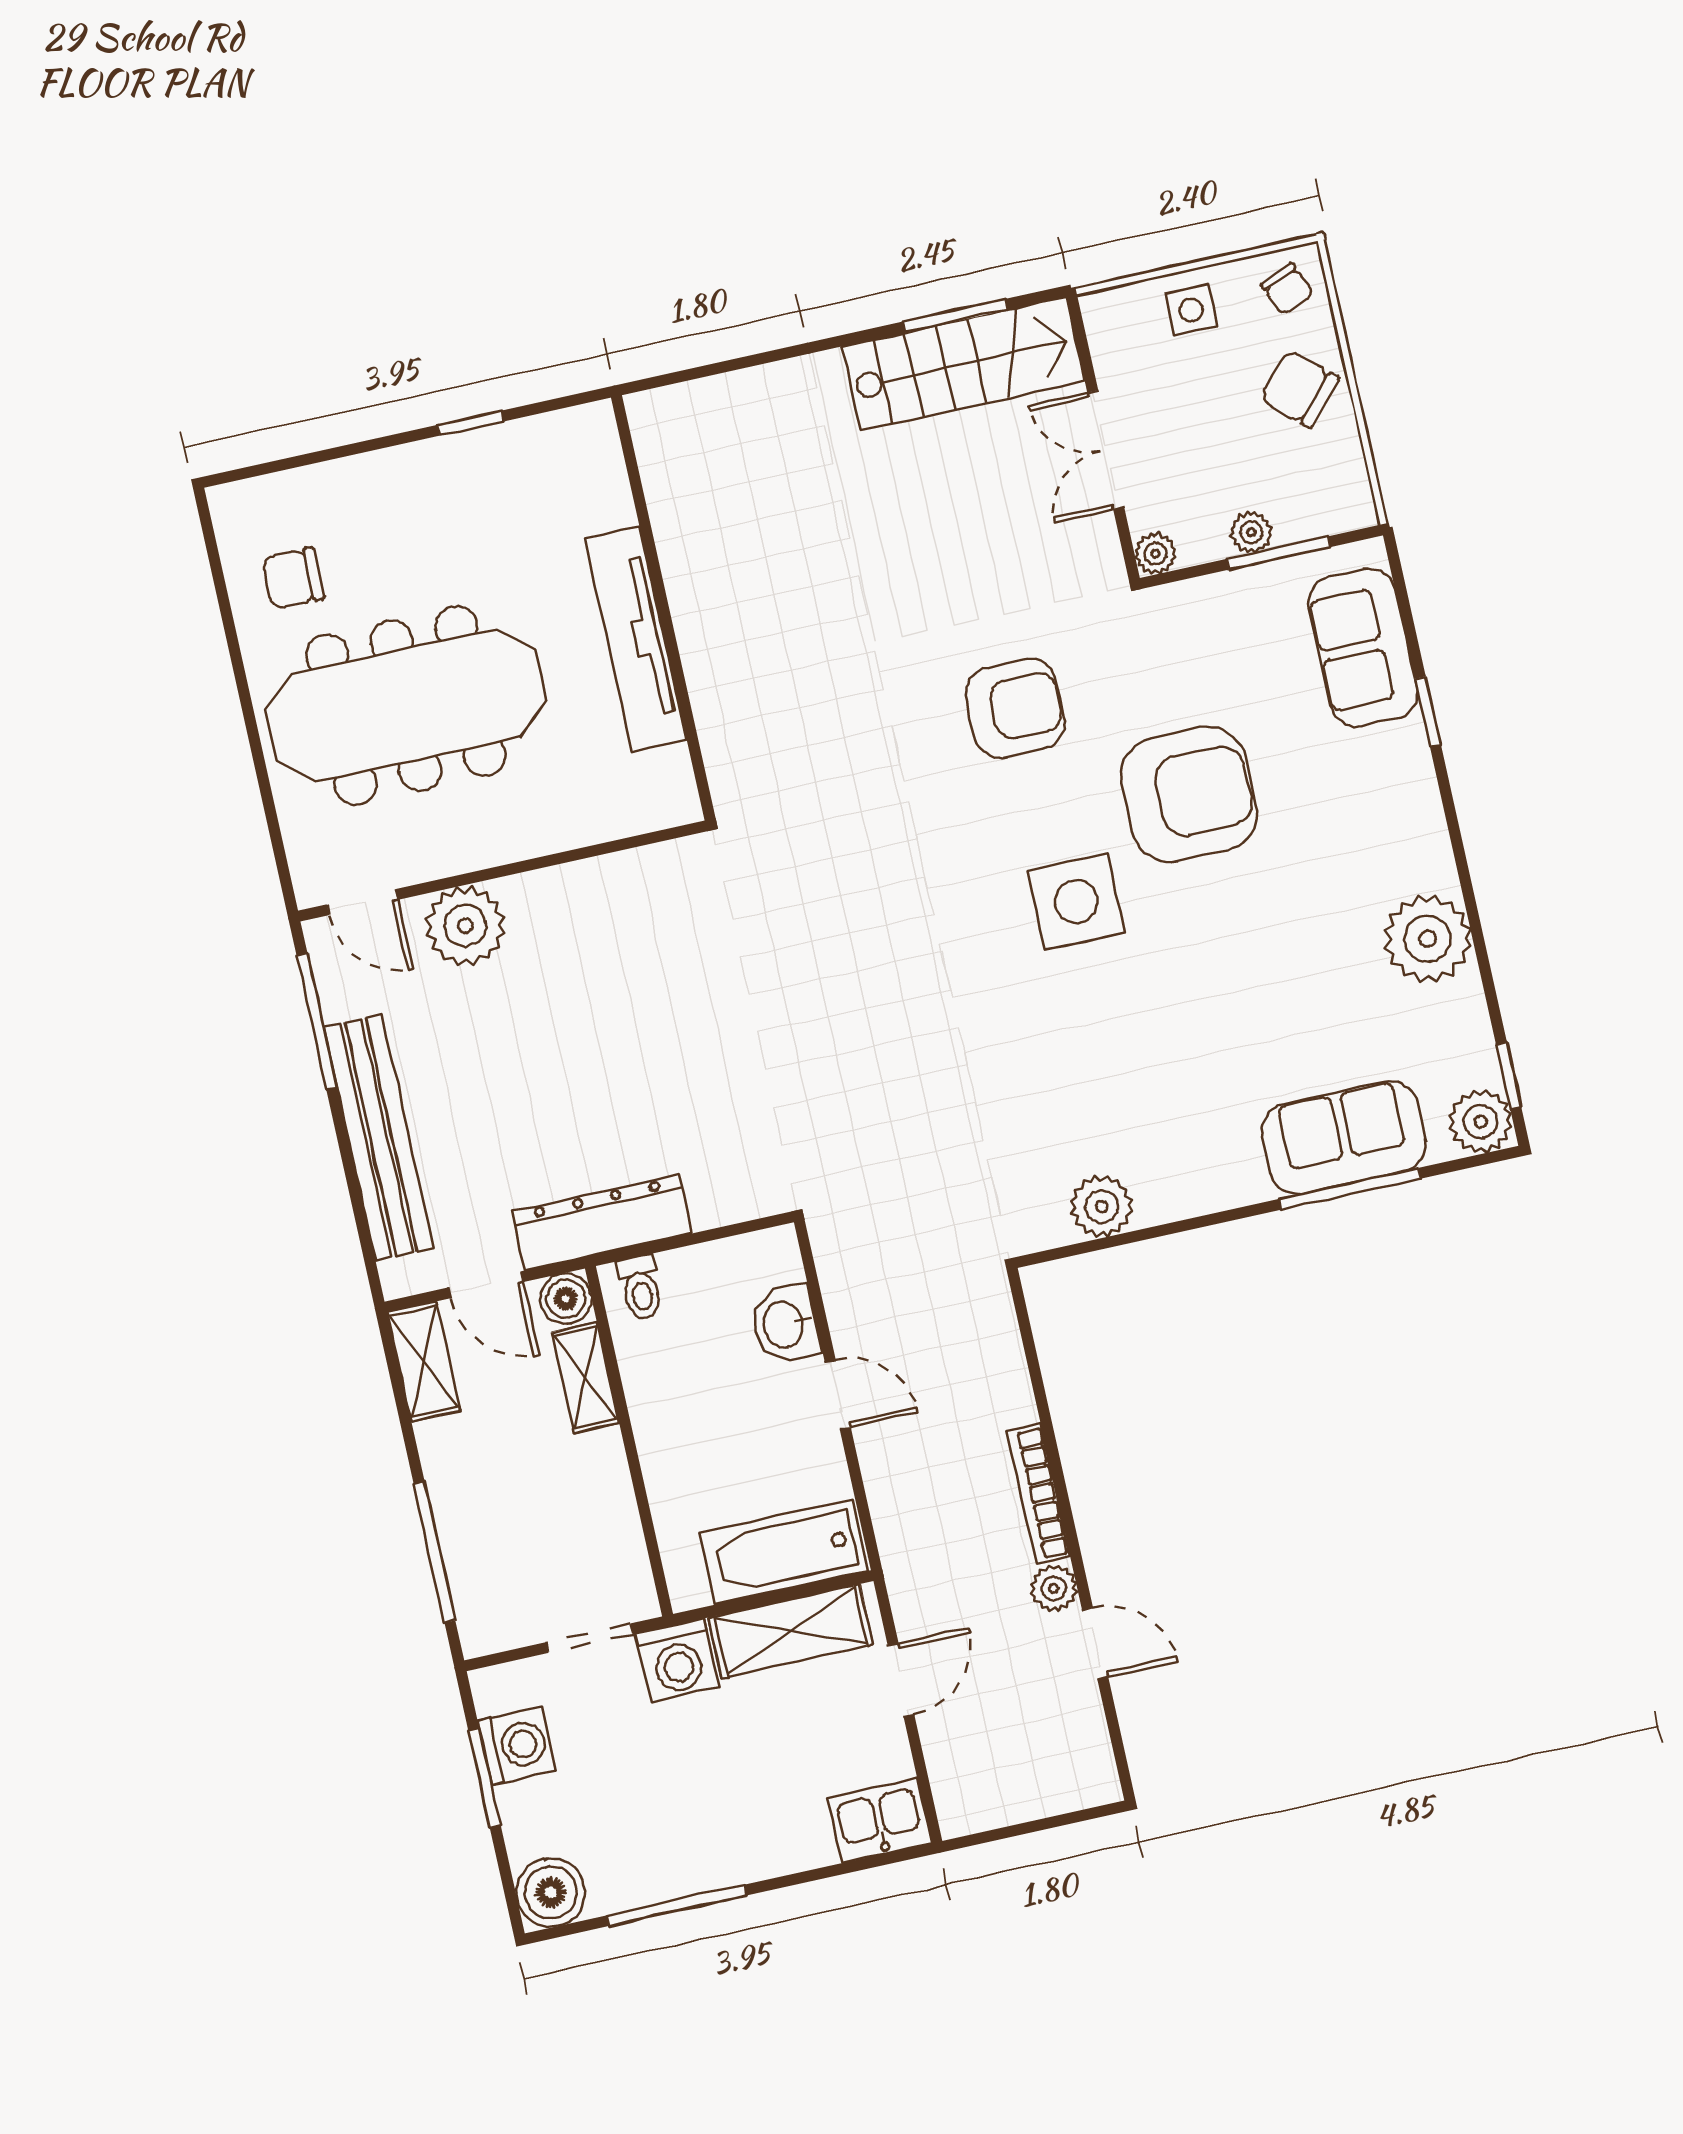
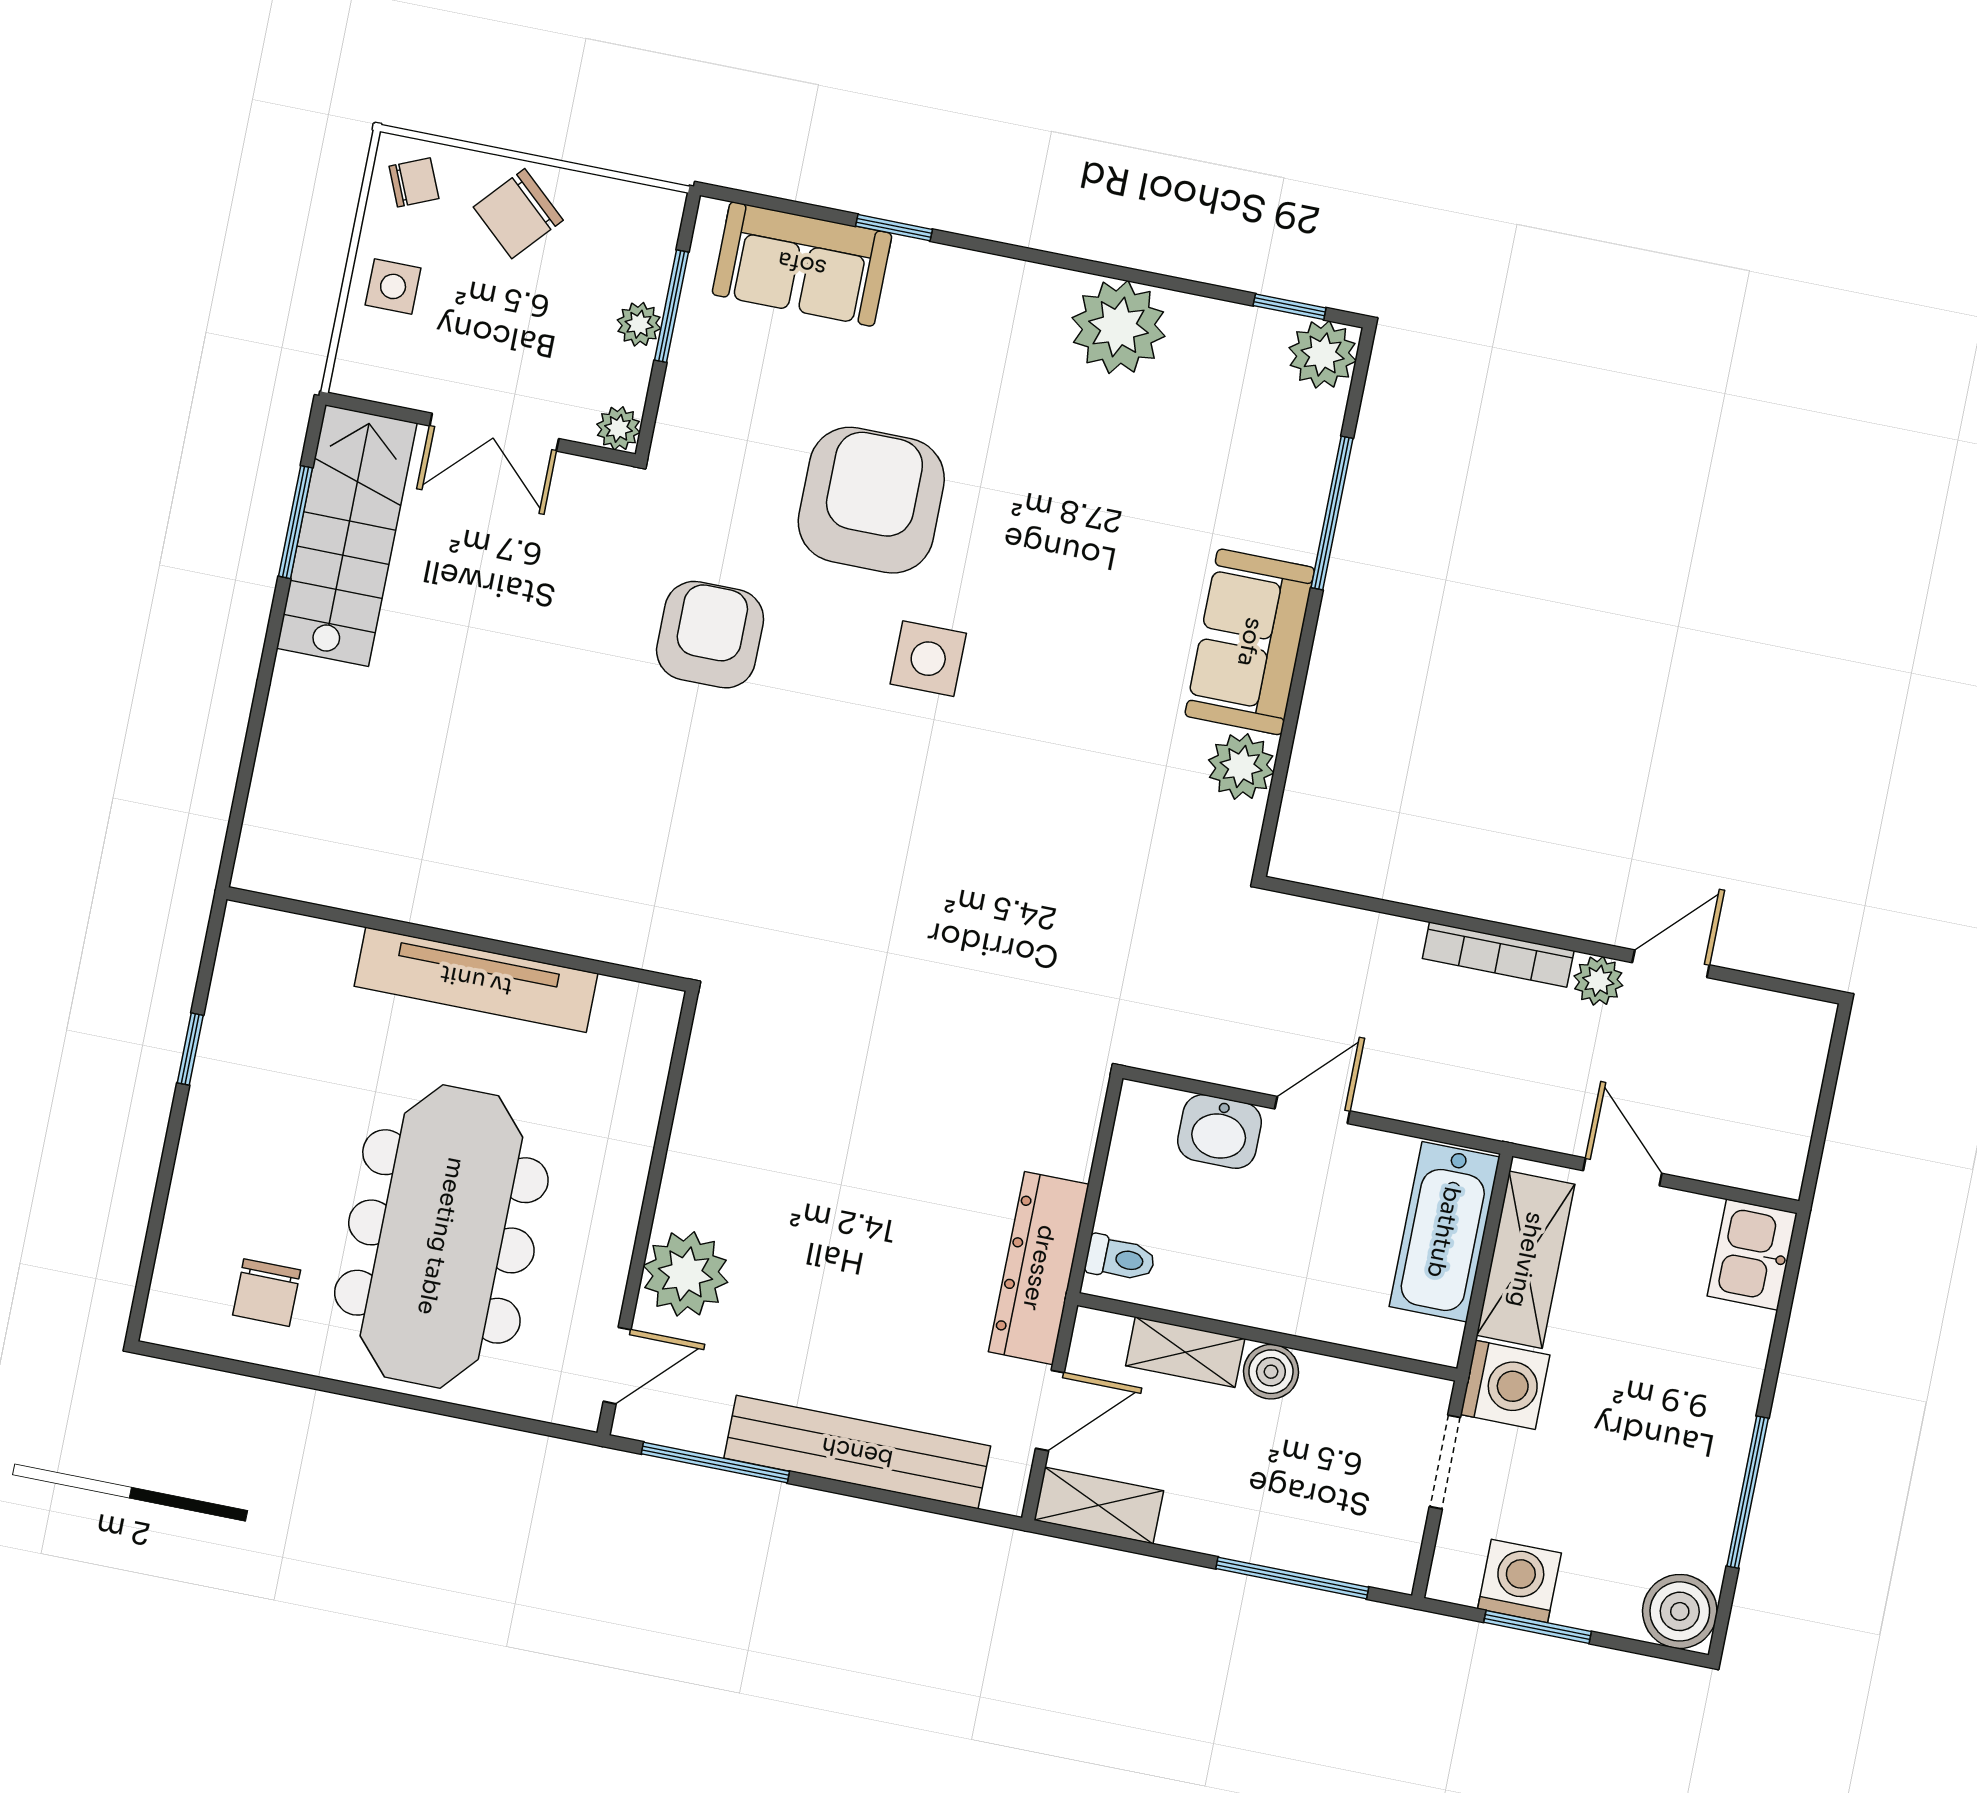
side table: (1076, 901) -> (928, 659), width x0.73, depth x0.73
sofa: (1344, 1138) -> (1250, 642), moved
boiler: (566, 1299) -> (1271, 1372), moved

